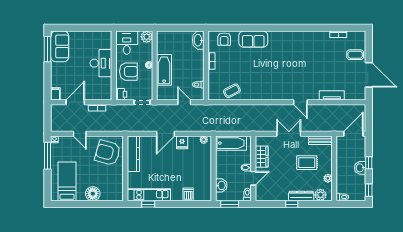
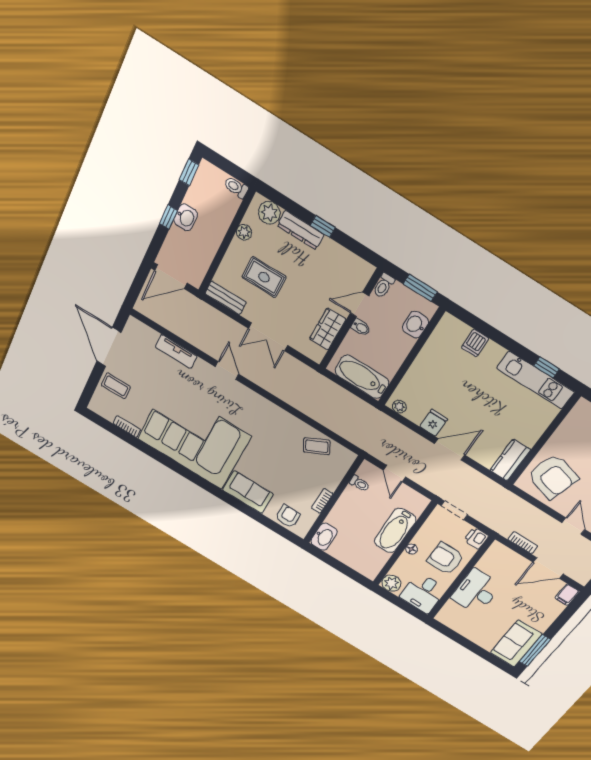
corner sofa: (299, 52) -> (194, 437), added
kitchen counter: (133, 154) -> (510, 460), width x0.67

